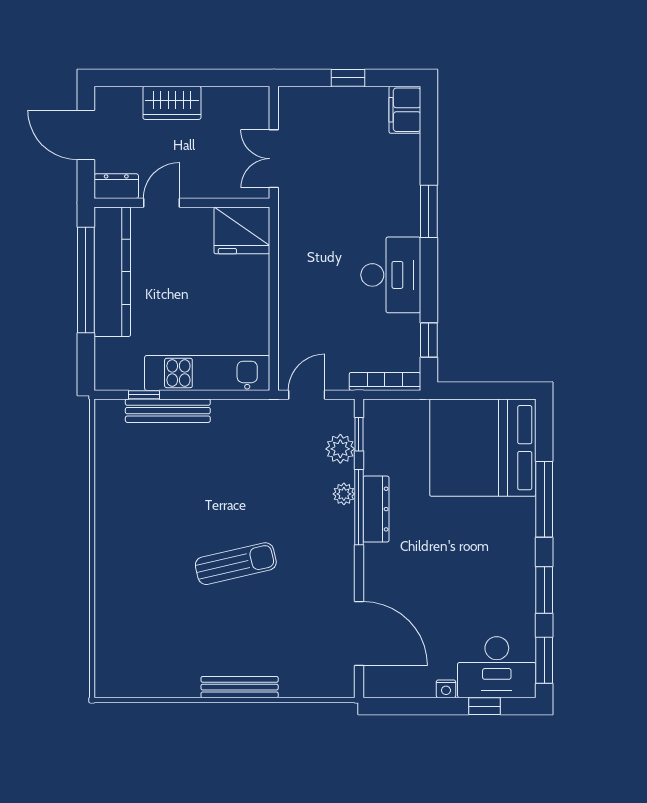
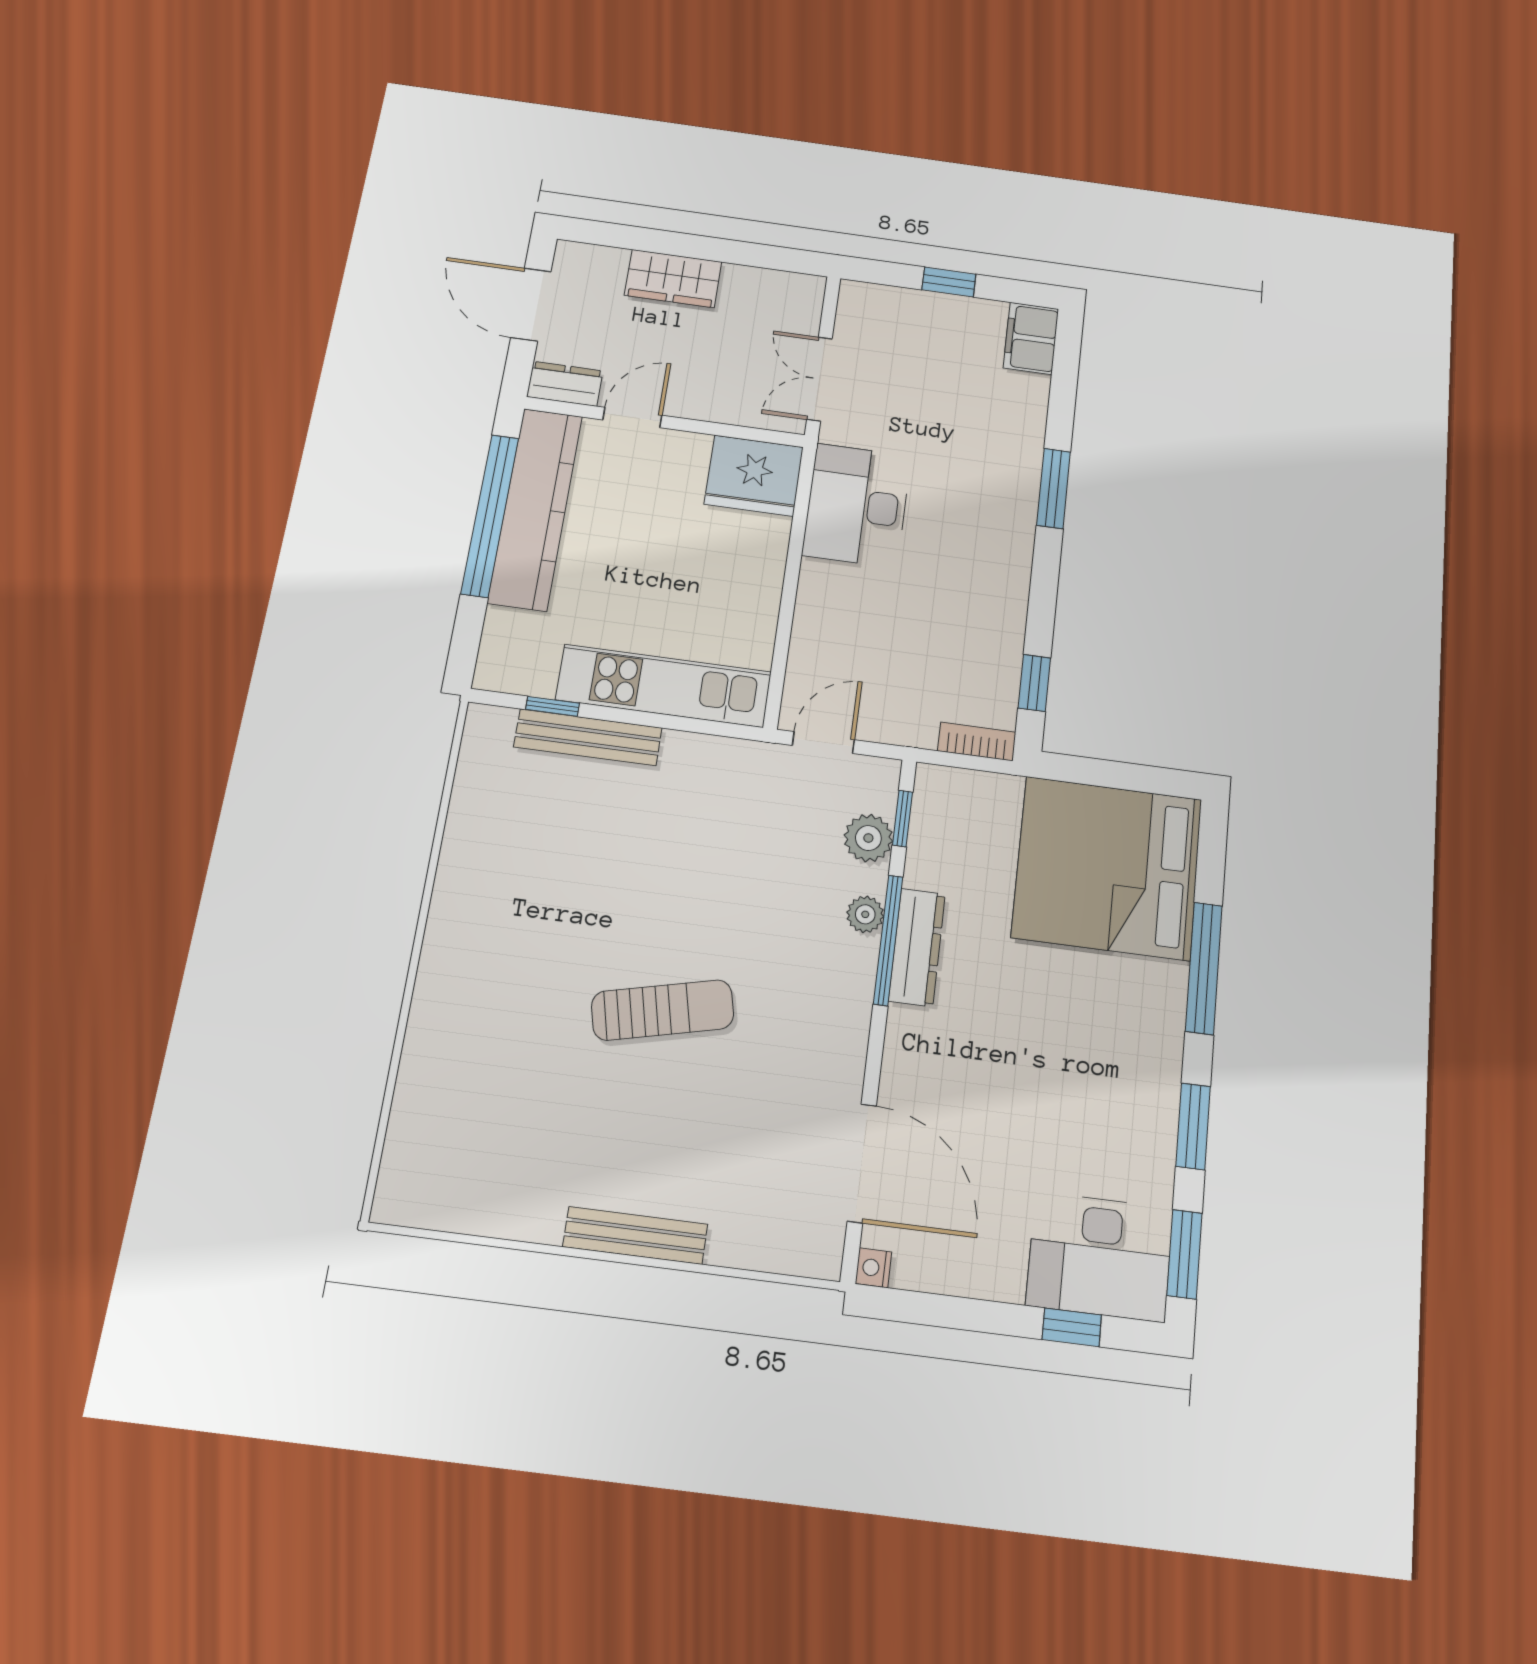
desk: (391, 275) -> (857, 505), moved, turned 180
bookcase: (385, 381) -> (977, 742), width x0.64
nightstand: (446, 689) -> (873, 1268), moved, turned 90

